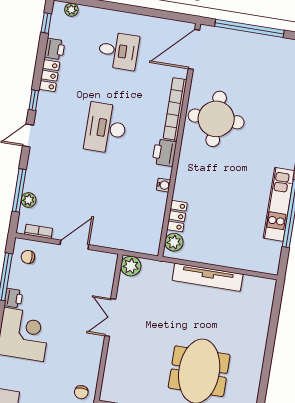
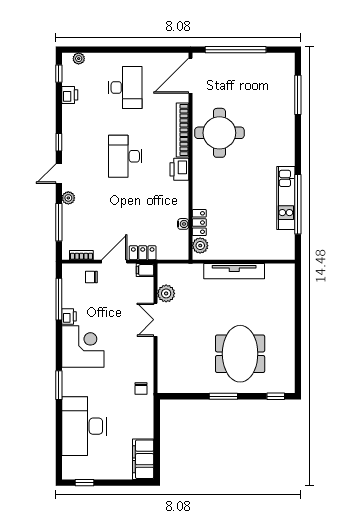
desk: (118, 51) -> (125, 88), width x1.37
locker: (49, 76) -> (143, 253), moved, turned -90
water cooler: (164, 185) -> (183, 224), moved
plant: (29, 200) -> (68, 198), moved
chair: (28, 257) -> (91, 277), moved
filing cabinet: (107, 260) -> (145, 270), added
plant: (131, 266) -> (166, 293), moved

